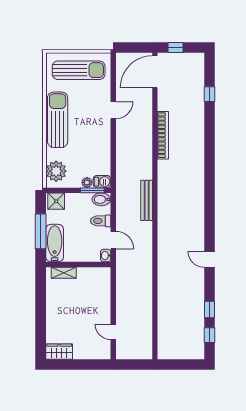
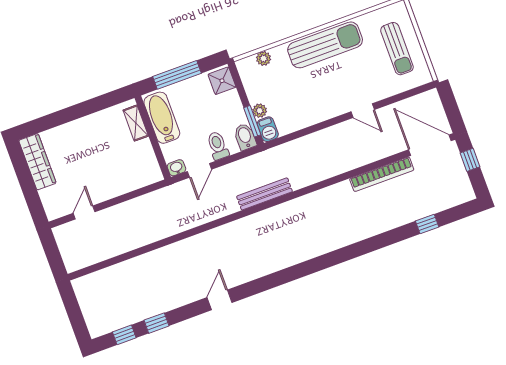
sun lounger: (79, 70) -> (397, 49), width x0.73, depth x0.75
bookcase: (163, 135) -> (382, 174), moved
plant: (56, 171) -> (264, 58), width x0.53, depth x0.53
bathtub: (55, 243) -> (162, 118), moved, turned -90
wardrobe: (59, 352) -> (37, 162), width x1.50

